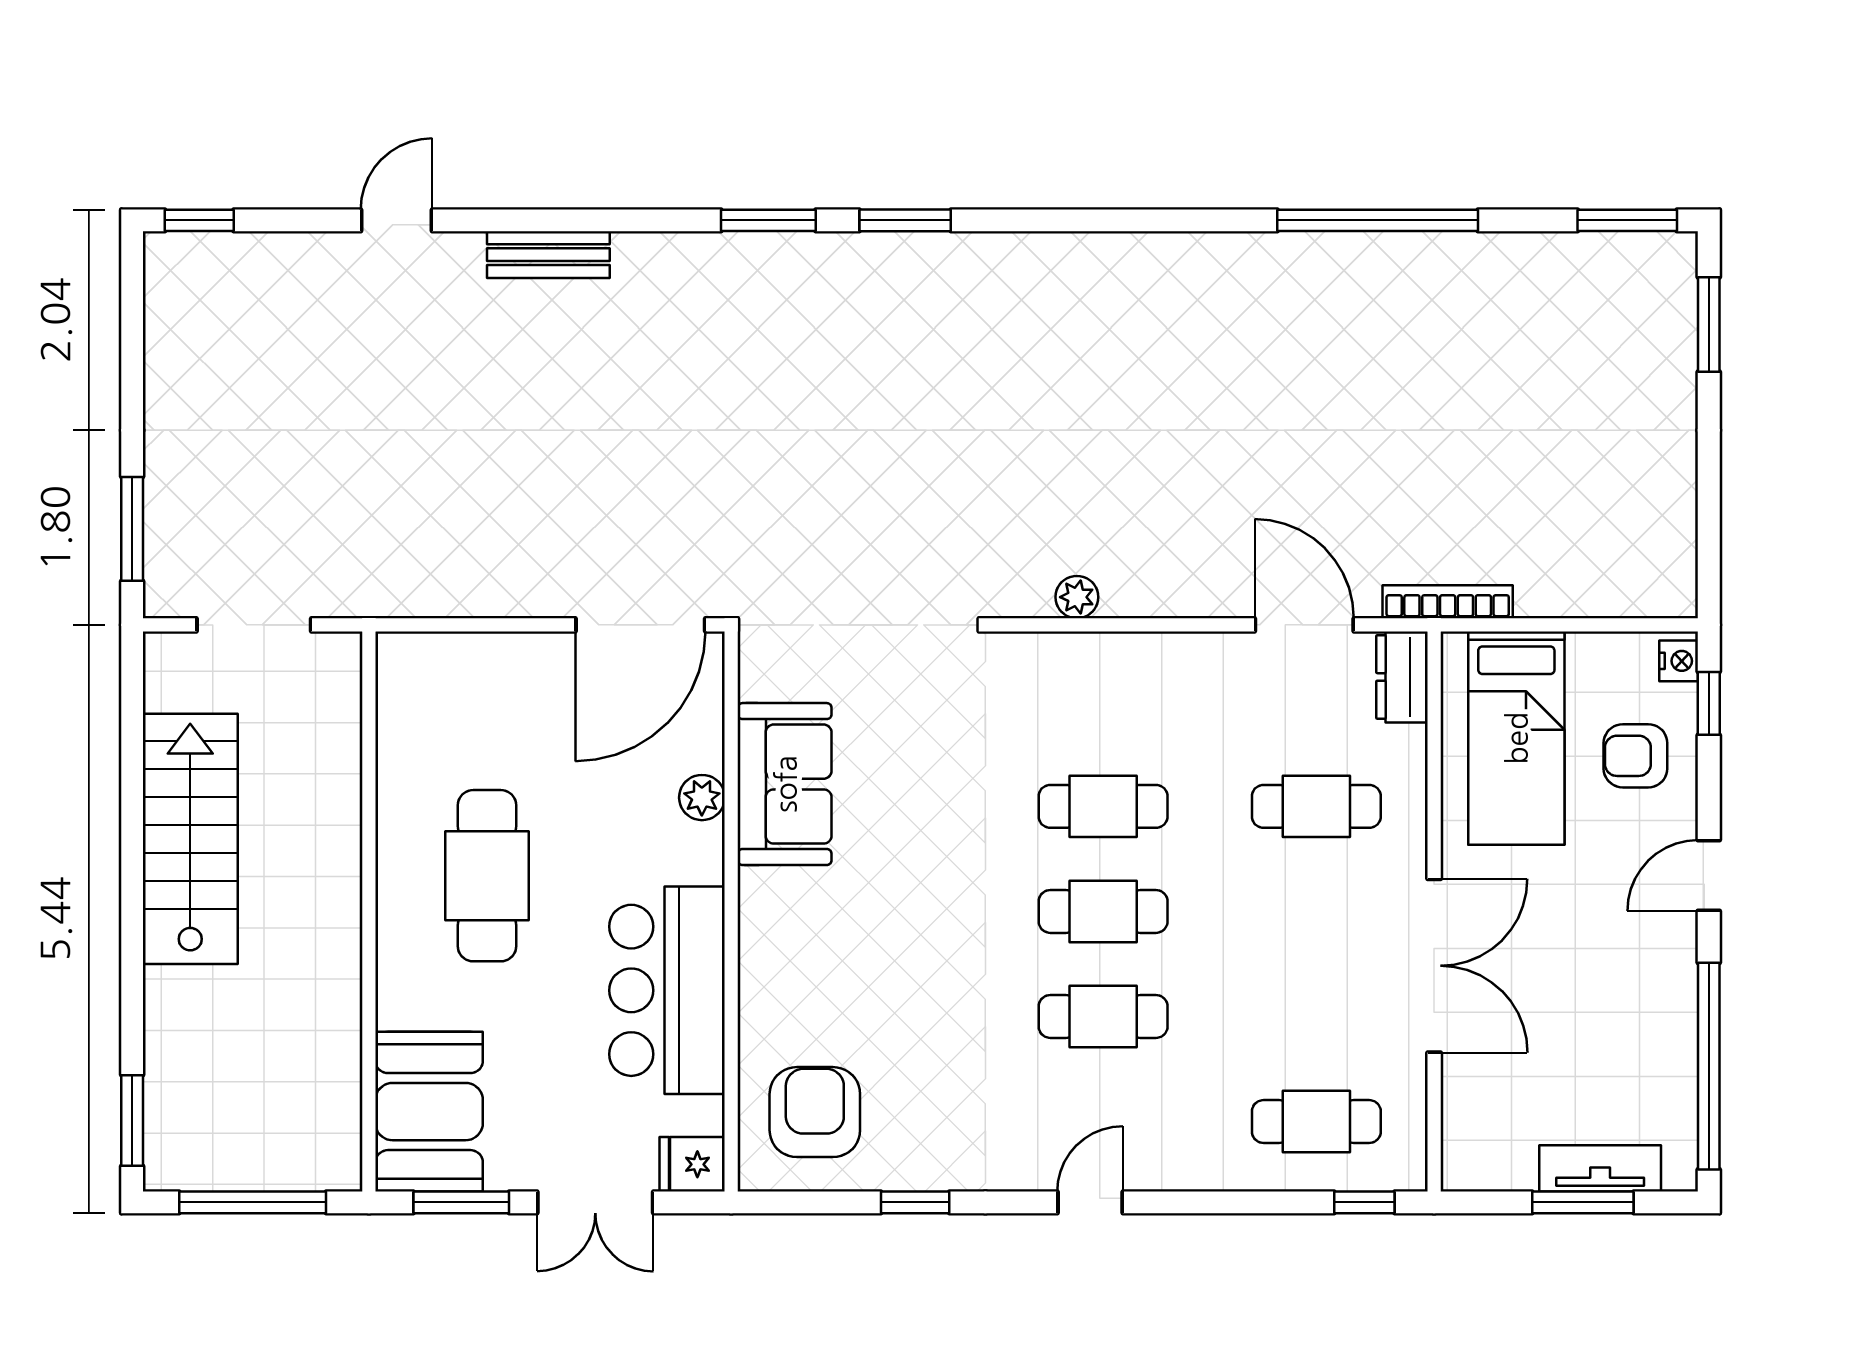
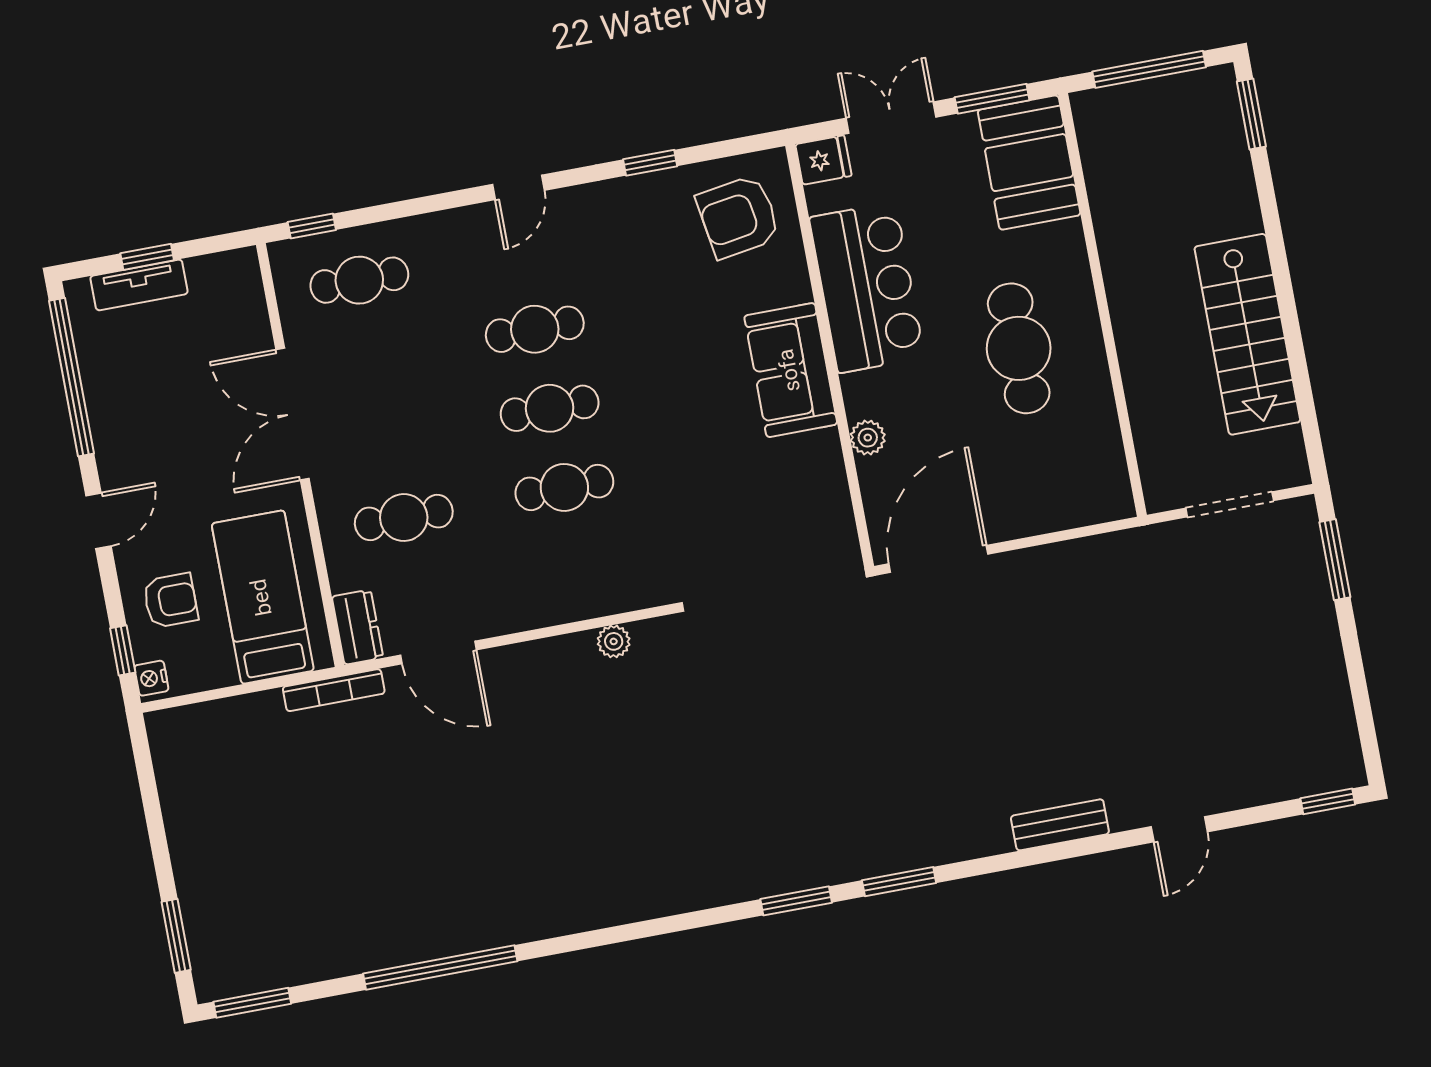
sofa: (785, 784) -> (791, 370), moved
armchair: (815, 1112) -> (738, 217), turned 81
window: (1583, 1202) -> (147, 257), width x0.67

